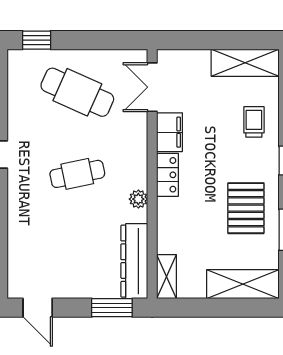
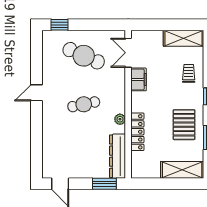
locker: (167, 175) -> (137, 132), moved, width x1.53
shelving: (167, 277) -> (137, 165), removed

